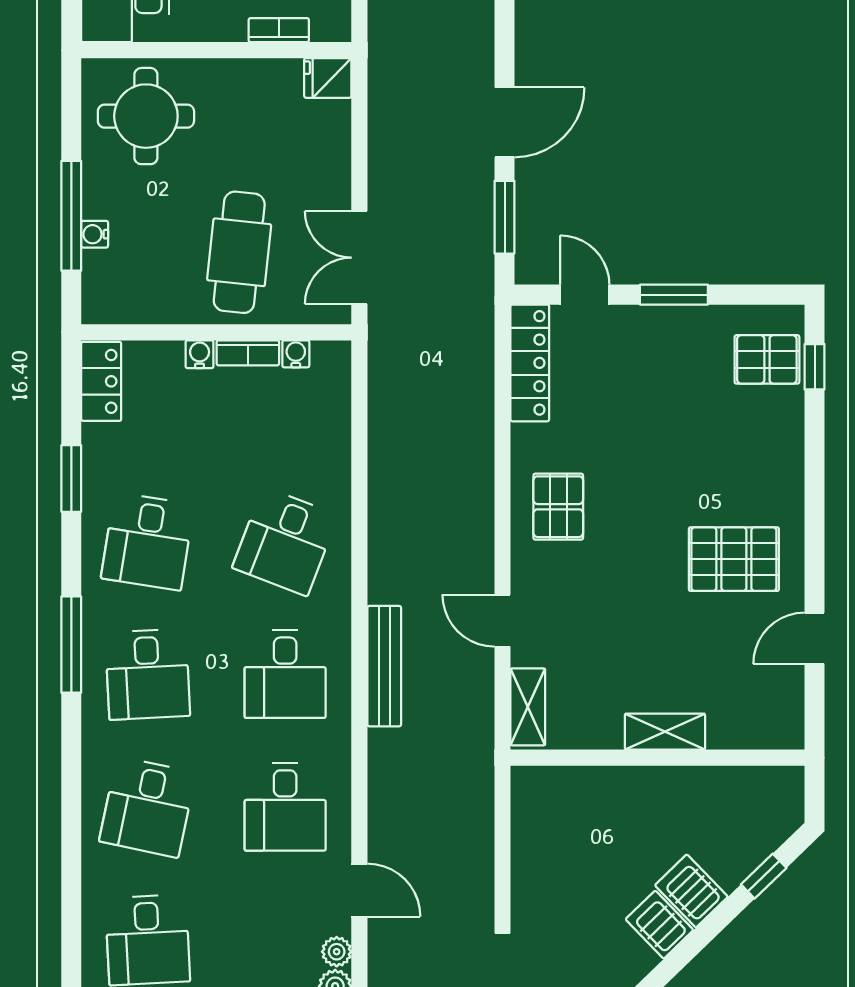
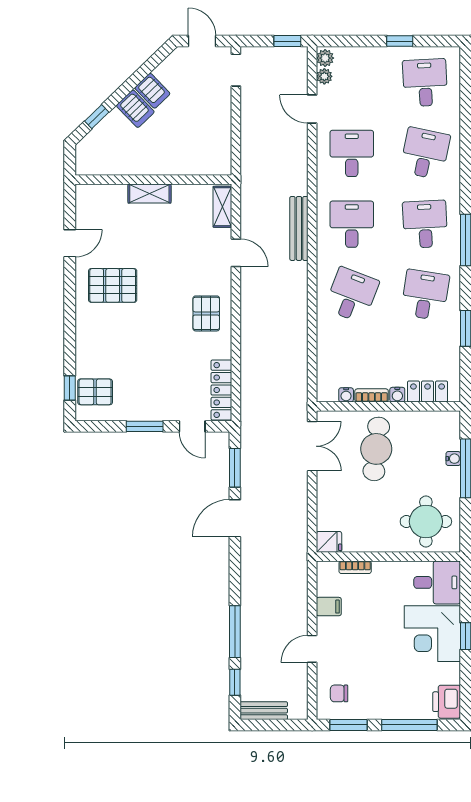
locker: (101, 381) -> (428, 391), moved, turned 90

